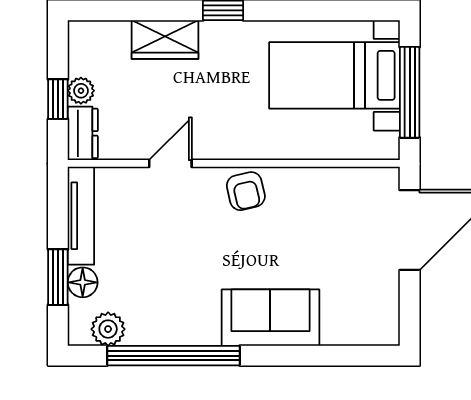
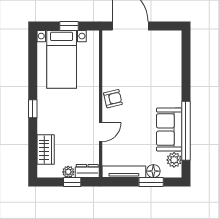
wardrobe: (165, 40) -> (46, 150), moved
window: (410, 92) -> (69, 26), width x0.46
door: (170, 163) -> (101, 132), swing flipped
sofa: (270, 318) -> (169, 130), moved

